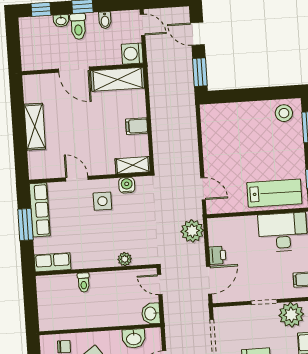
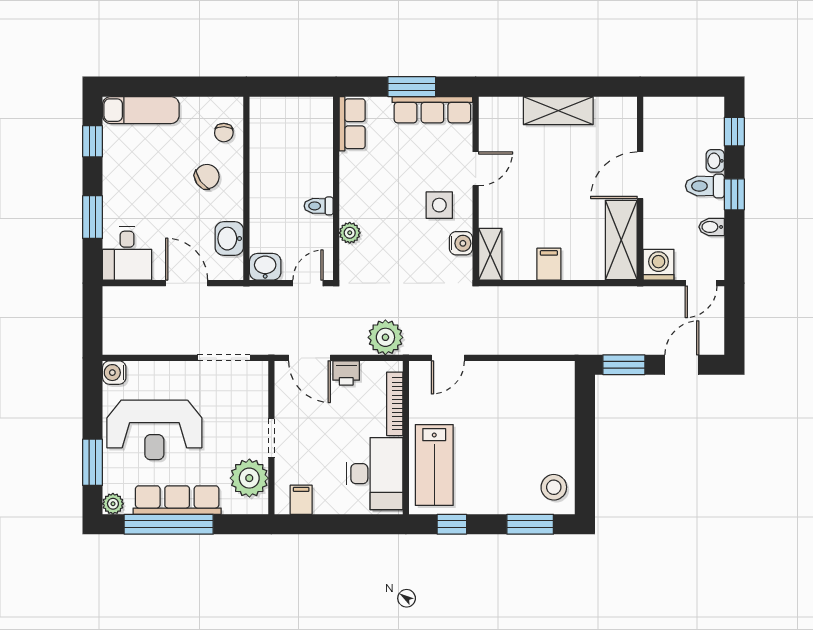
bookcase: (236, 222) -> (395, 404), added
toilet: (84, 282) -> (319, 206), moved

